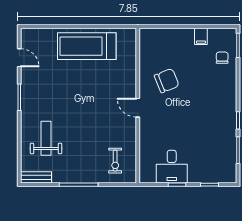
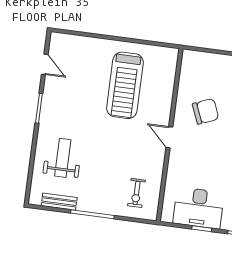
treadmill: (87, 46) -> (125, 85), moved, turned -90
desk: (172, 167) -> (199, 208), width x1.37
bench: (36, 177) -> (59, 202), moved

